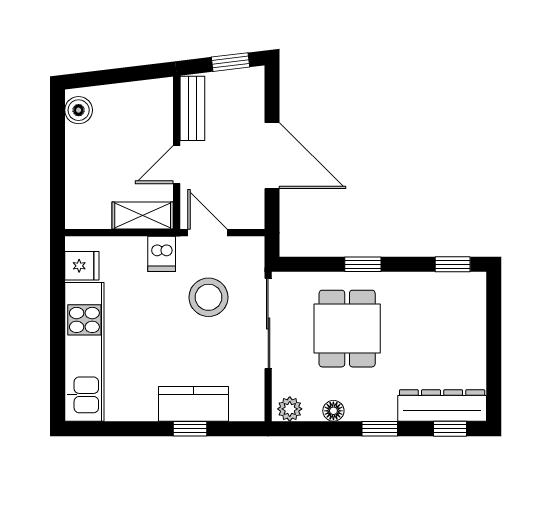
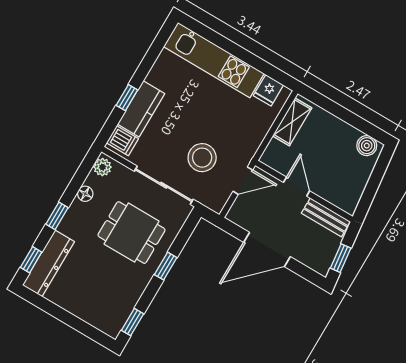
shelving: (143, 215) -> (292, 122), moved
dishwasher: (162, 254) -> (123, 141), moved, turned 180

